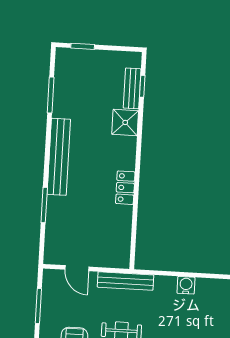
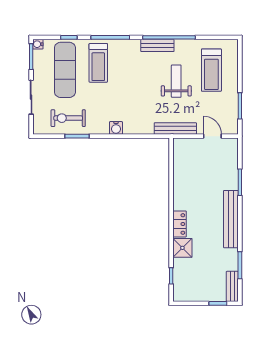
bench: (132, 88) -> (232, 286), moved
locker: (125, 188) -> (180, 224), moved
water cooler: (186, 285) -> (116, 128), moved

